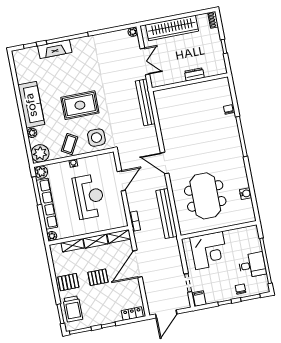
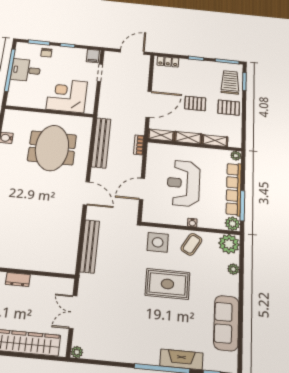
bench: (145, 102) -> (90, 246), moved
sofa: (31, 105) -> (226, 323), moved

